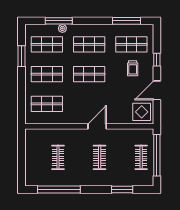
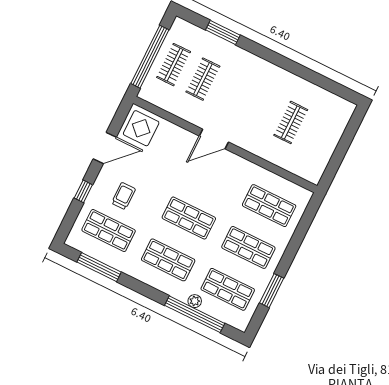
window: (59, 21) -> (195, 314), width x1.46
clothes rail: (100, 157) -> (203, 79), moved
window: (59, 190) -> (312, 77), removed

